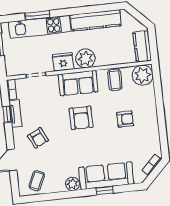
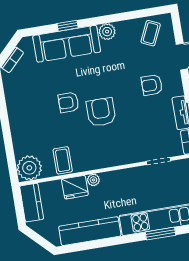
plant: (85, 58) -> (93, 180), width x0.53, depth x0.53
fridge: (63, 62) -> (75, 187), moved
sofa: (78, 83) -> (107, 154), removed
armchair: (125, 119) -> (68, 102), moved
armchair: (38, 138) -> (152, 85), turned -64

